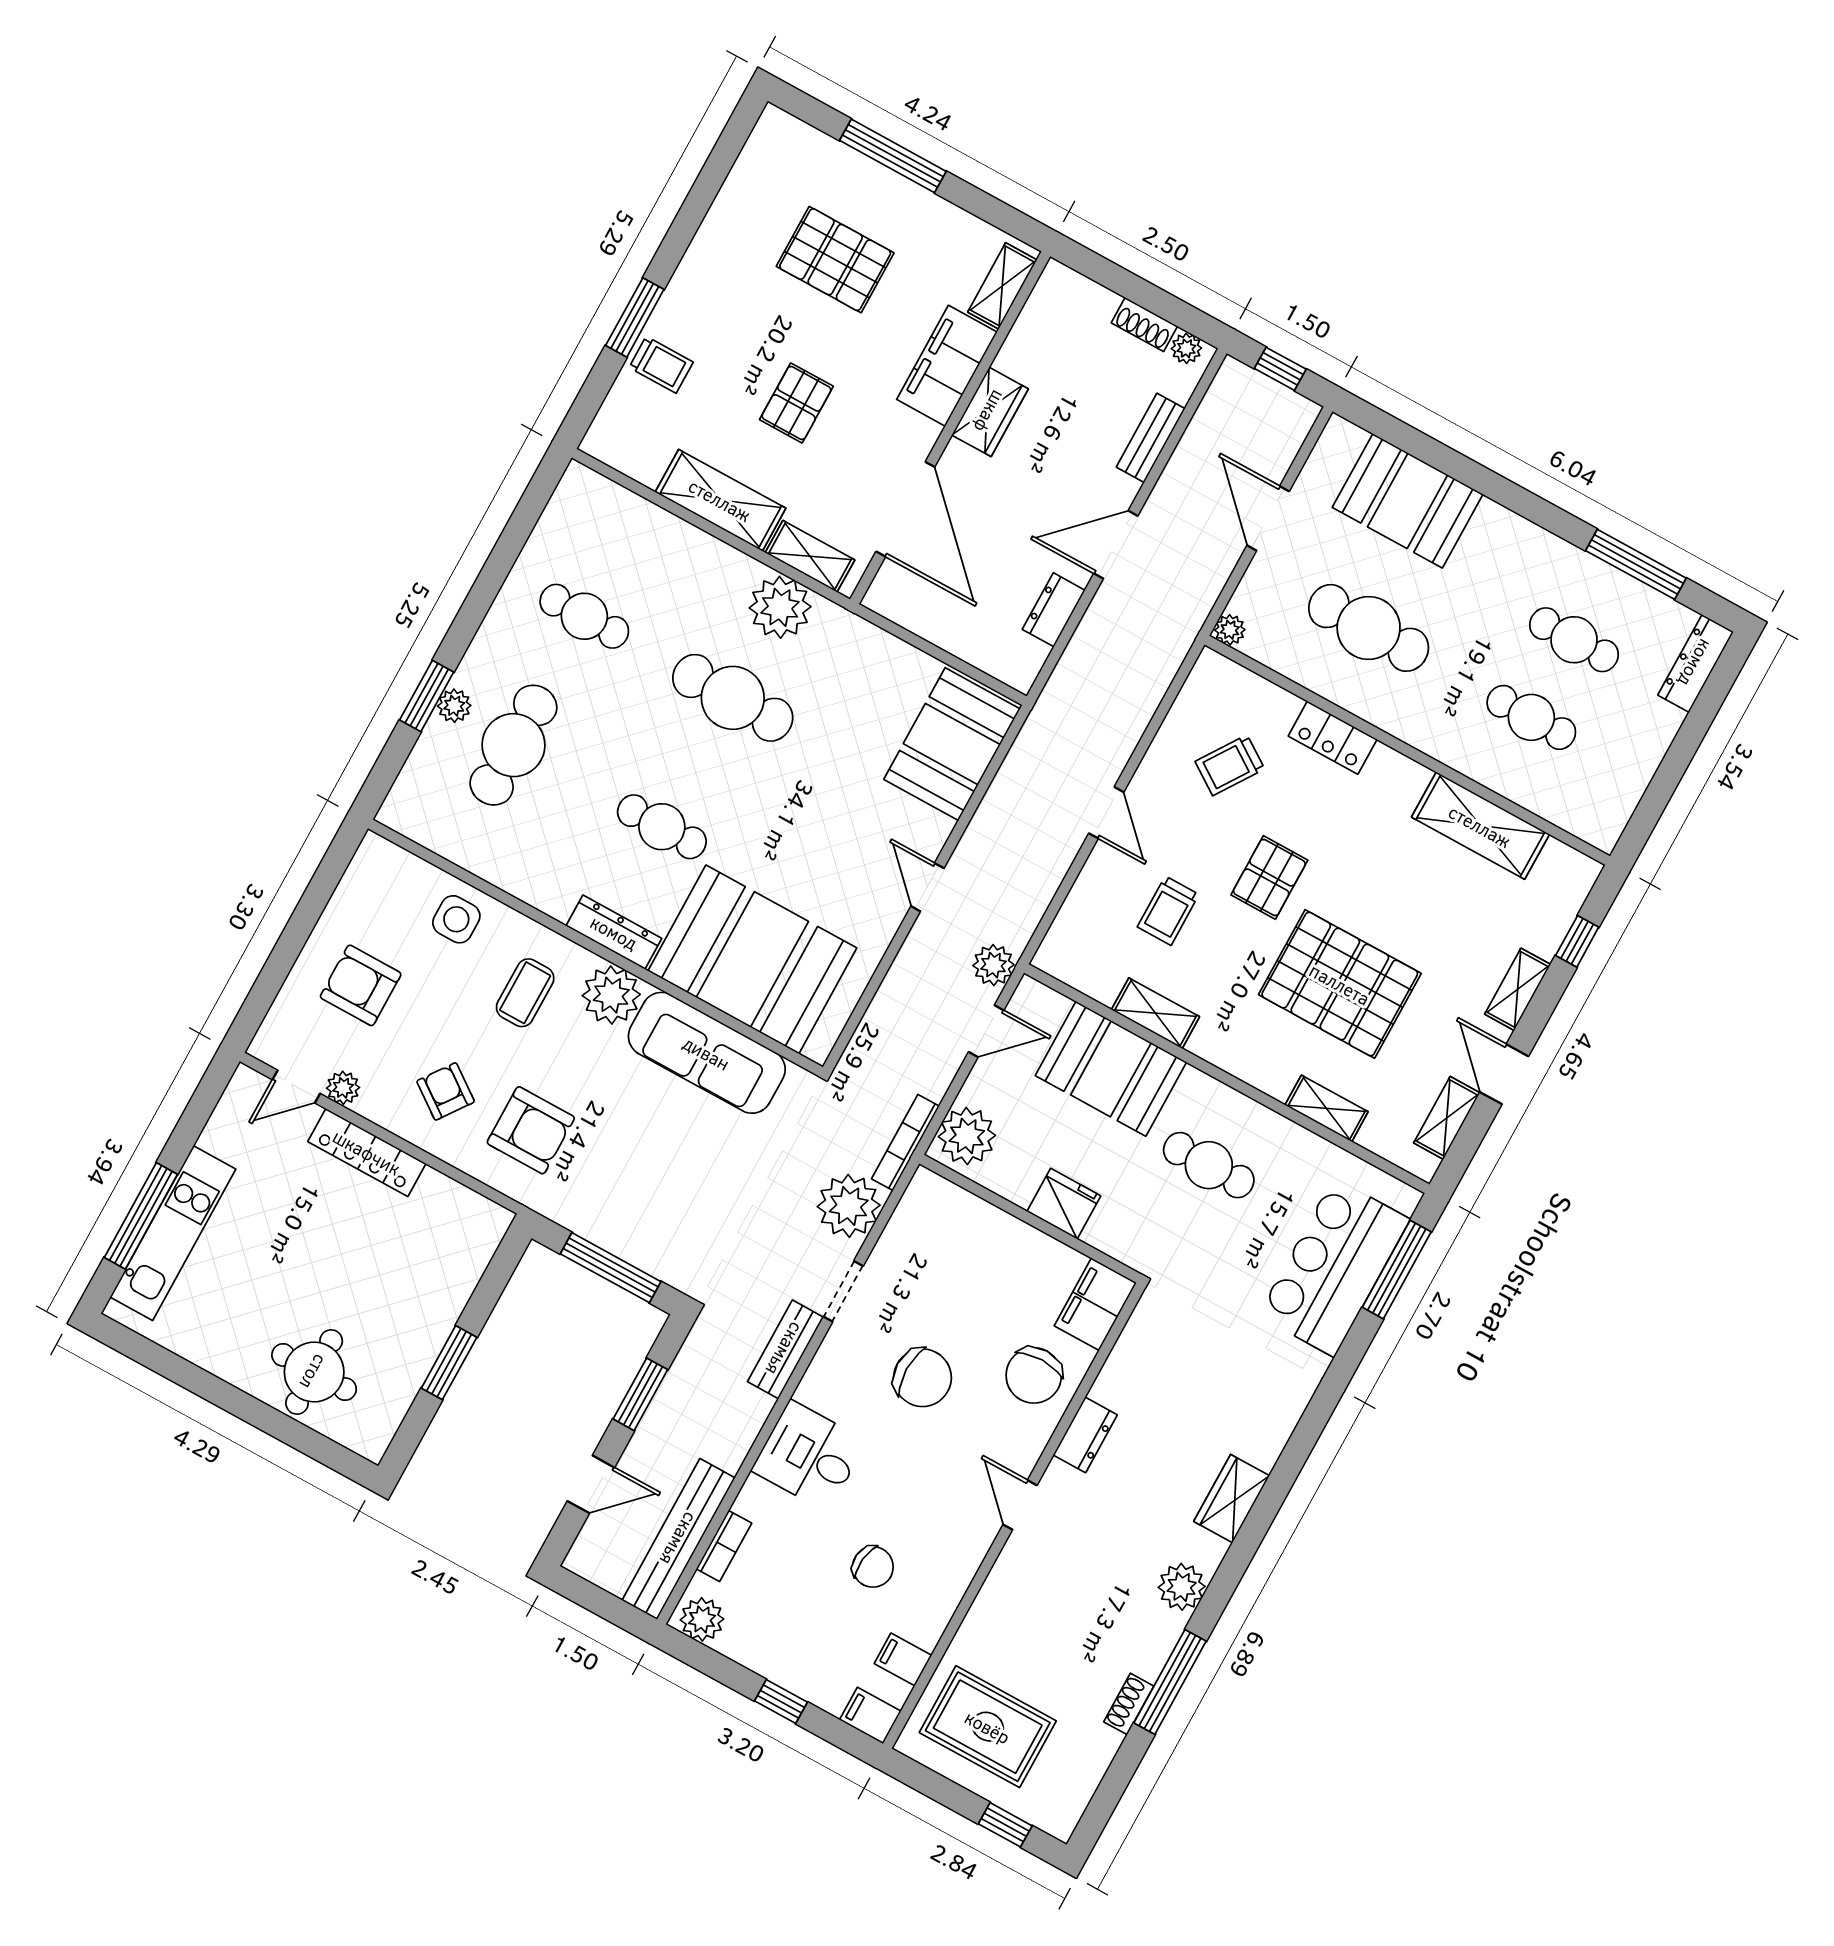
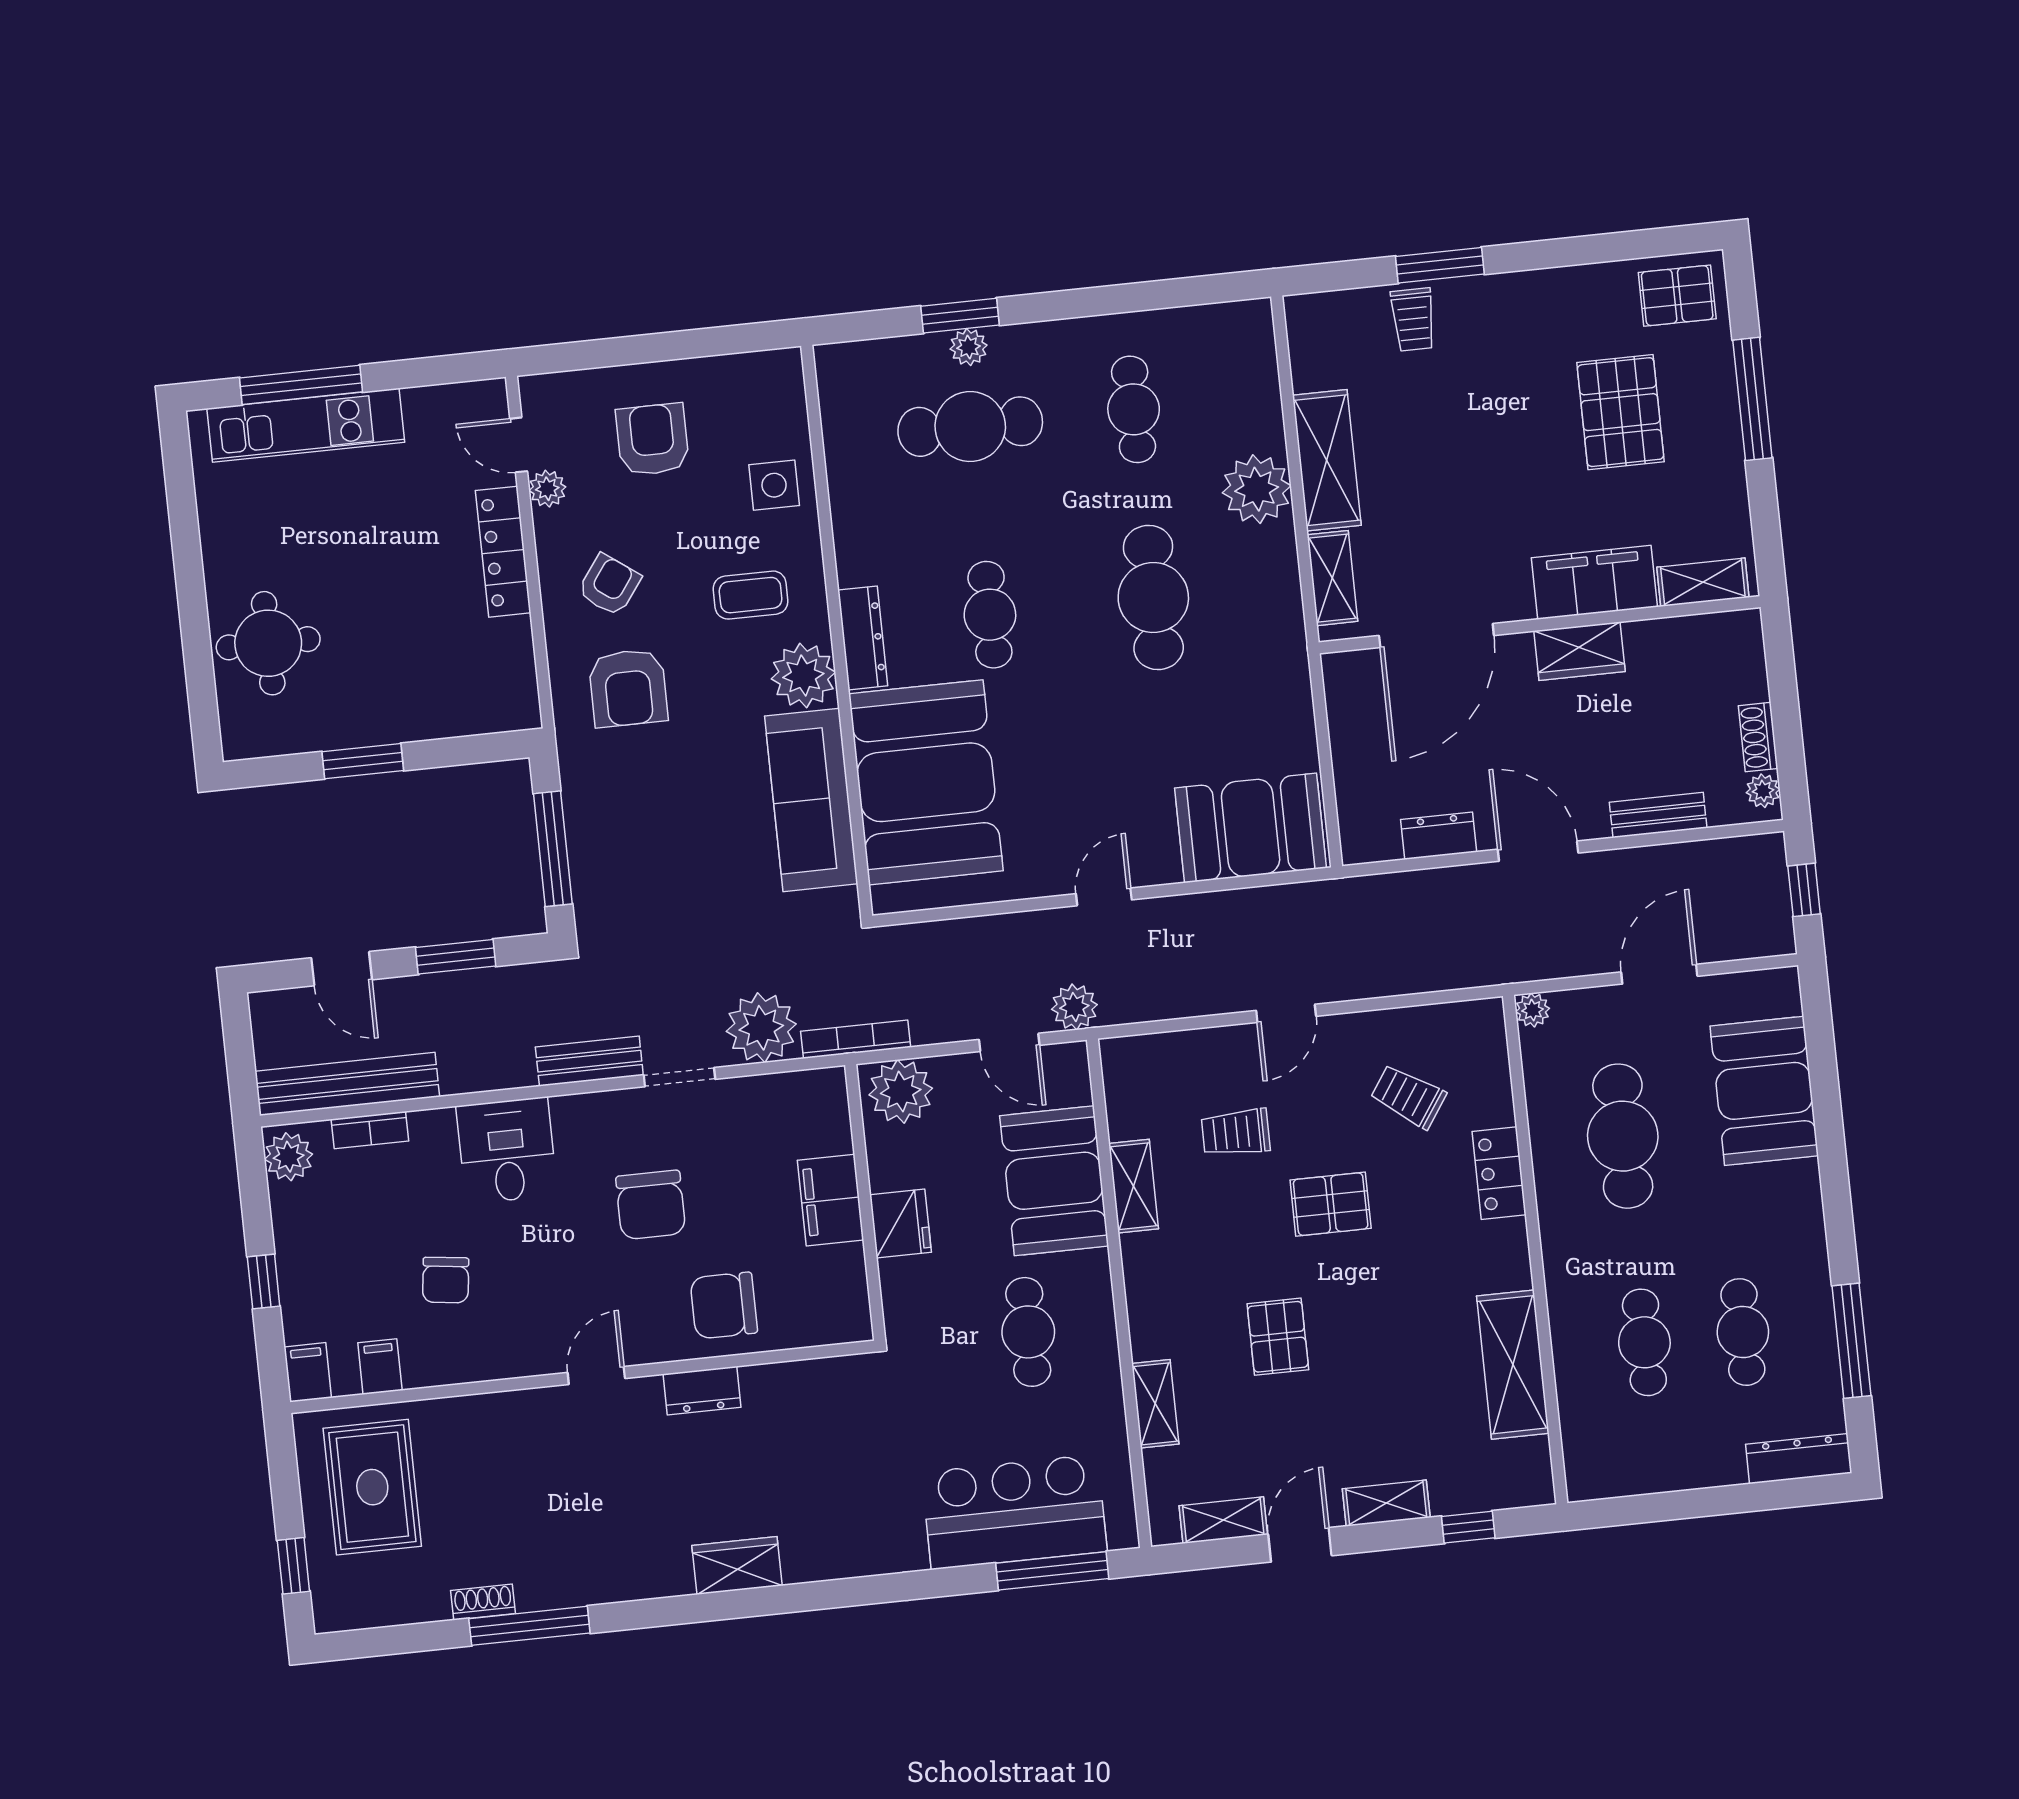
pallet: (796, 403) -> (1677, 296), moved
plant: (780, 607) -> (1257, 489), moved
pallet: (1340, 984) -> (1278, 1337), width x0.49, depth x0.50
filing cabinet: (1095, 1304) -> (830, 1200), moved, turned -90
plant: (1182, 1587) -> (624, 1576), removed

